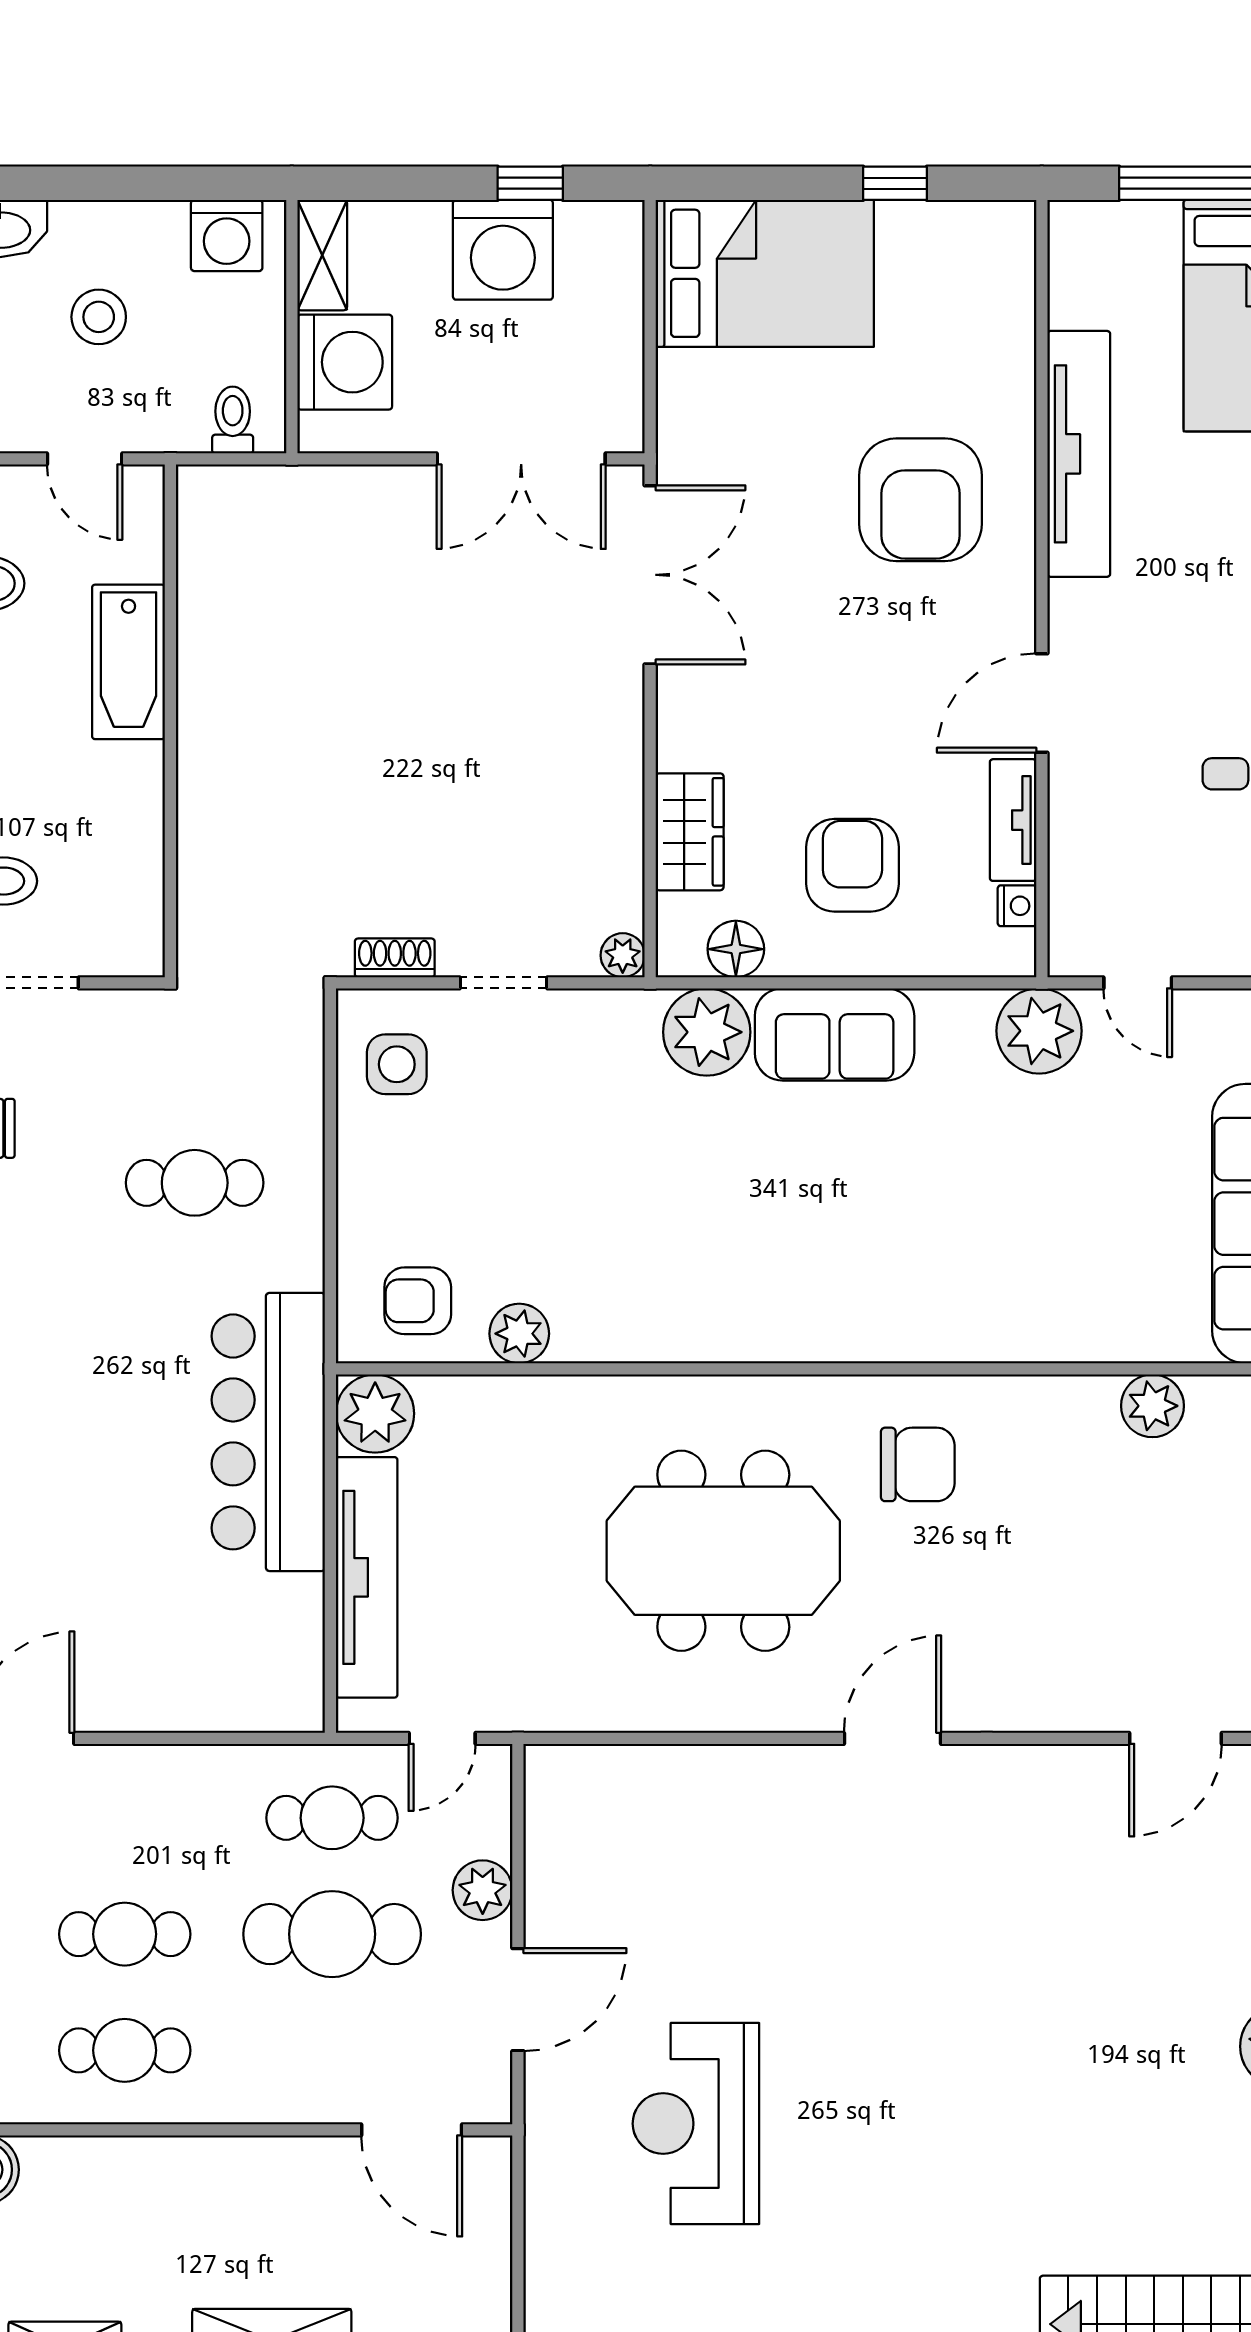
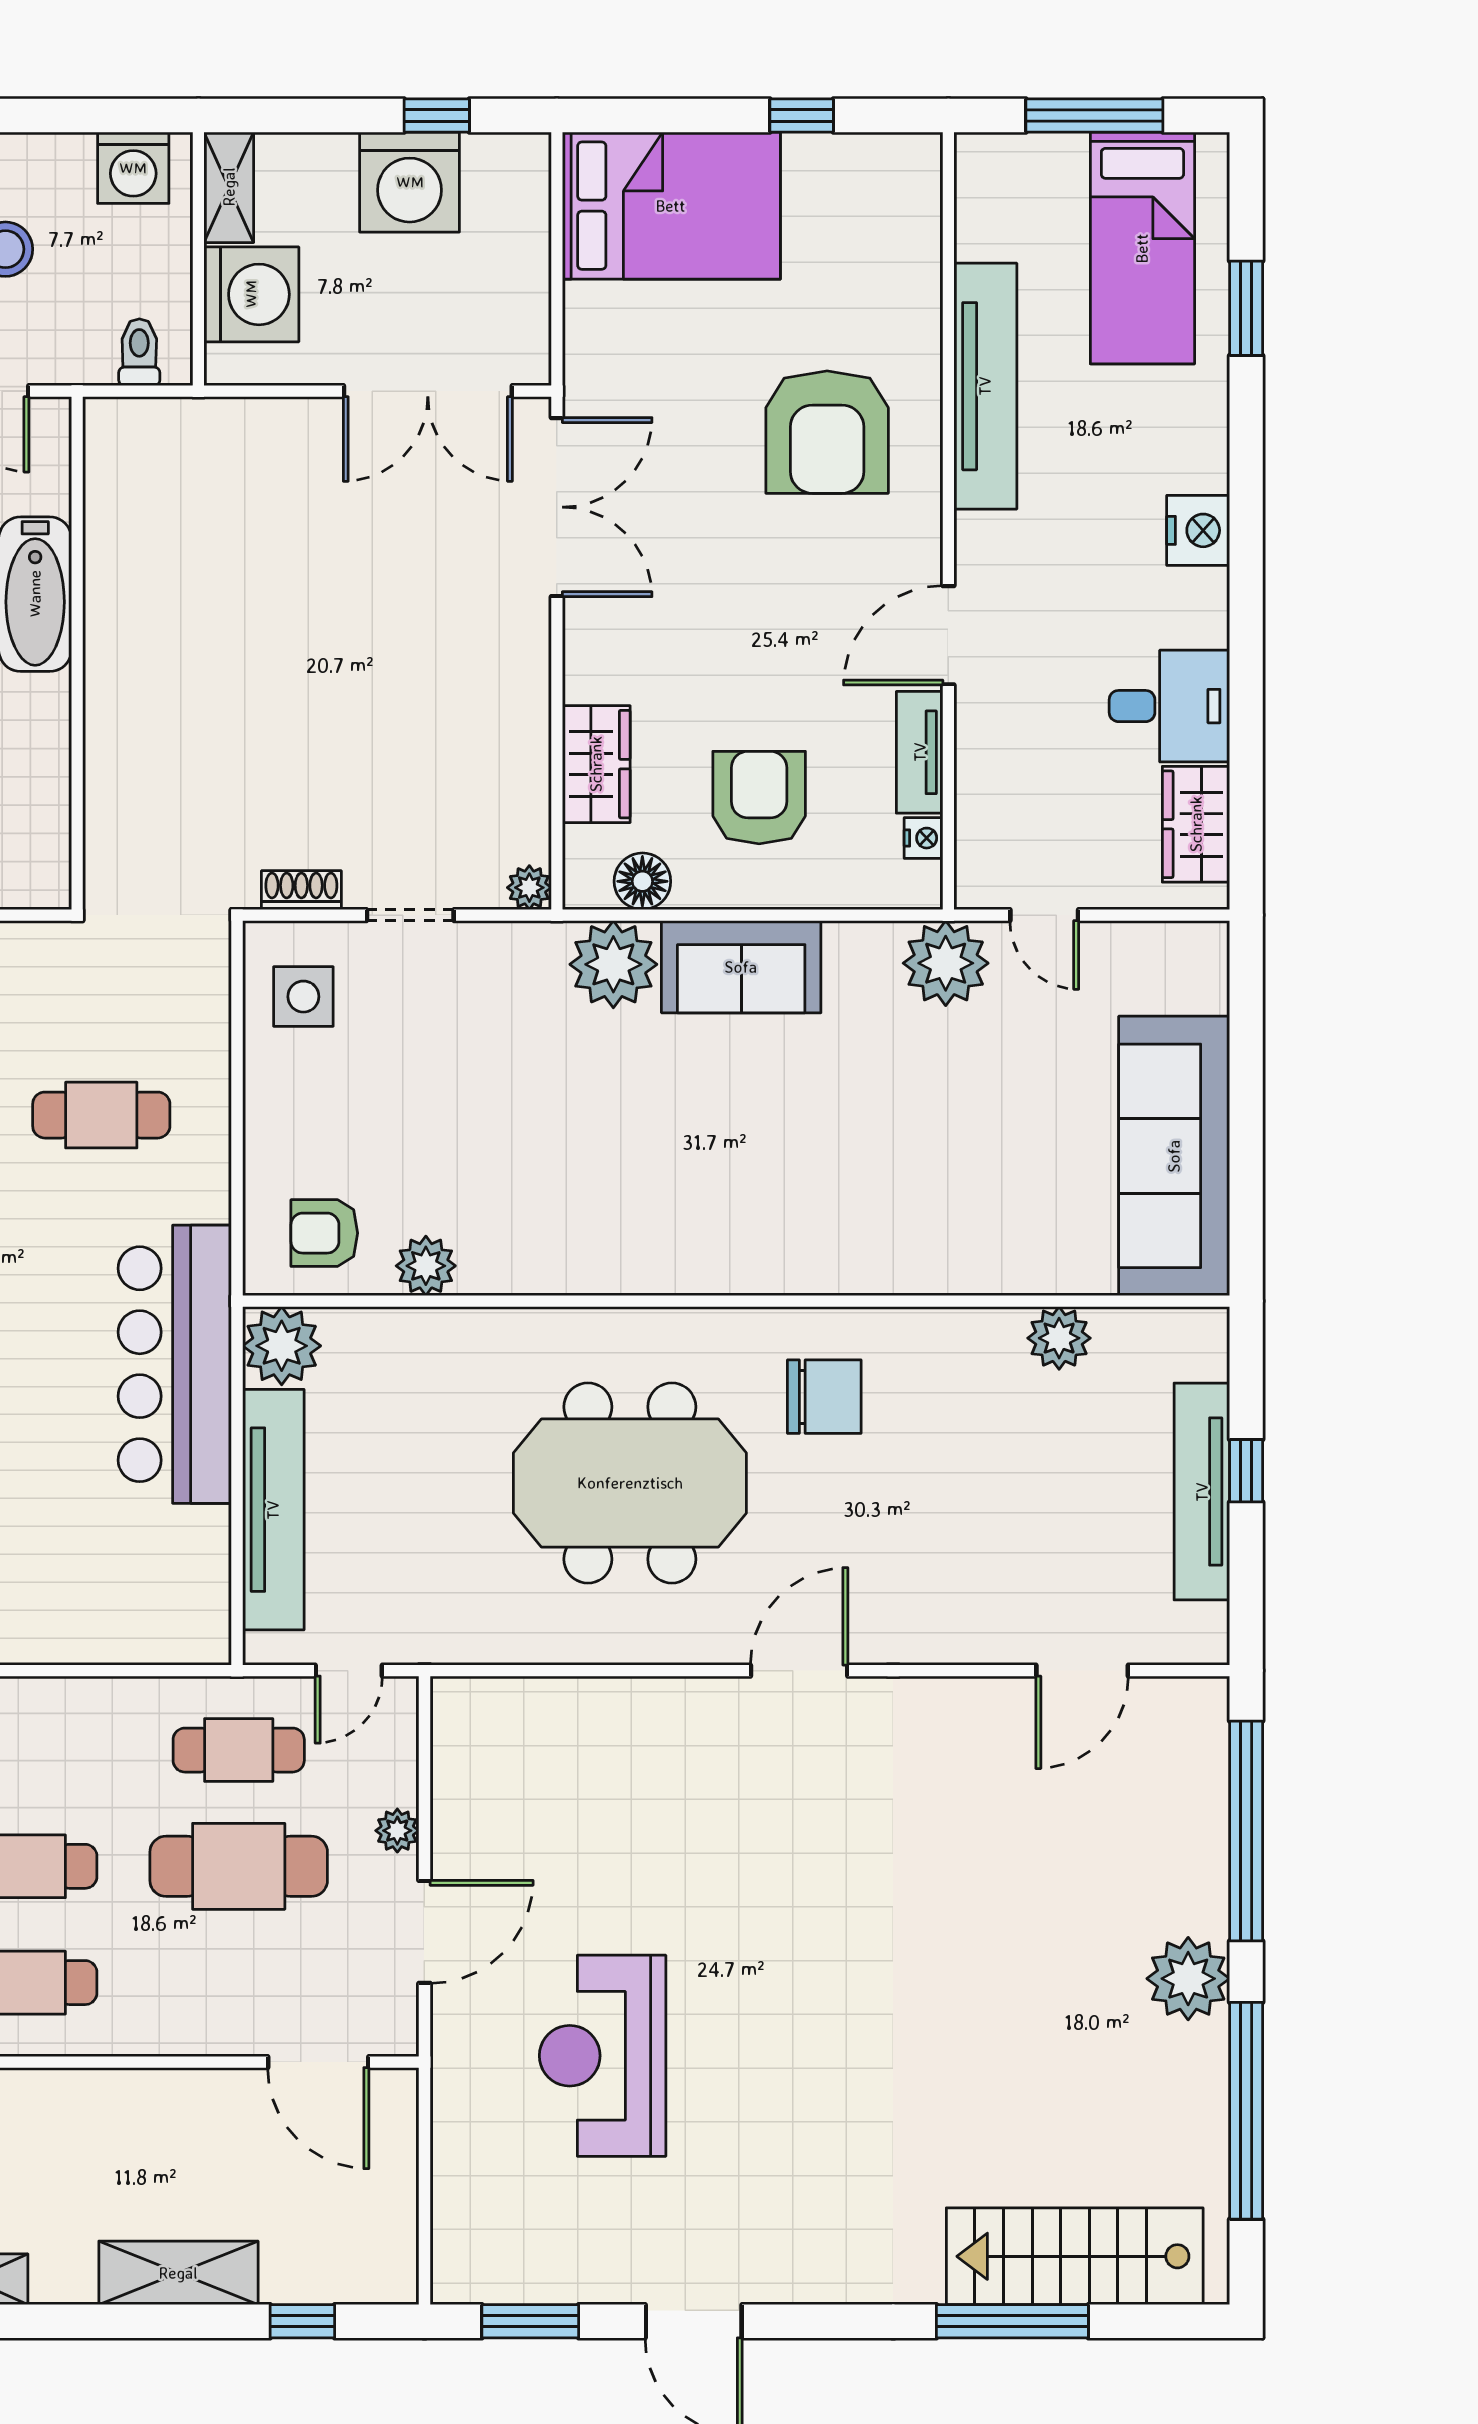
plant: (483, 1890) -> (397, 1831), width x0.73, depth x0.73

